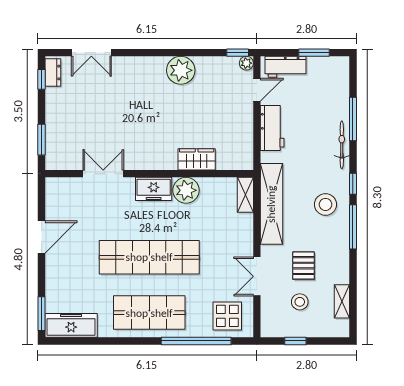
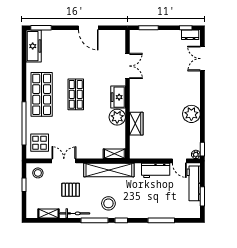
workbench: (286, 67) -> (194, 183), width x1.38
bicycle: (342, 145) -> (75, 213), moved
shop shelf: (149, 257) -> (76, 94), width x0.50, depth x0.74
stool: (300, 302) -> (38, 173), moved

